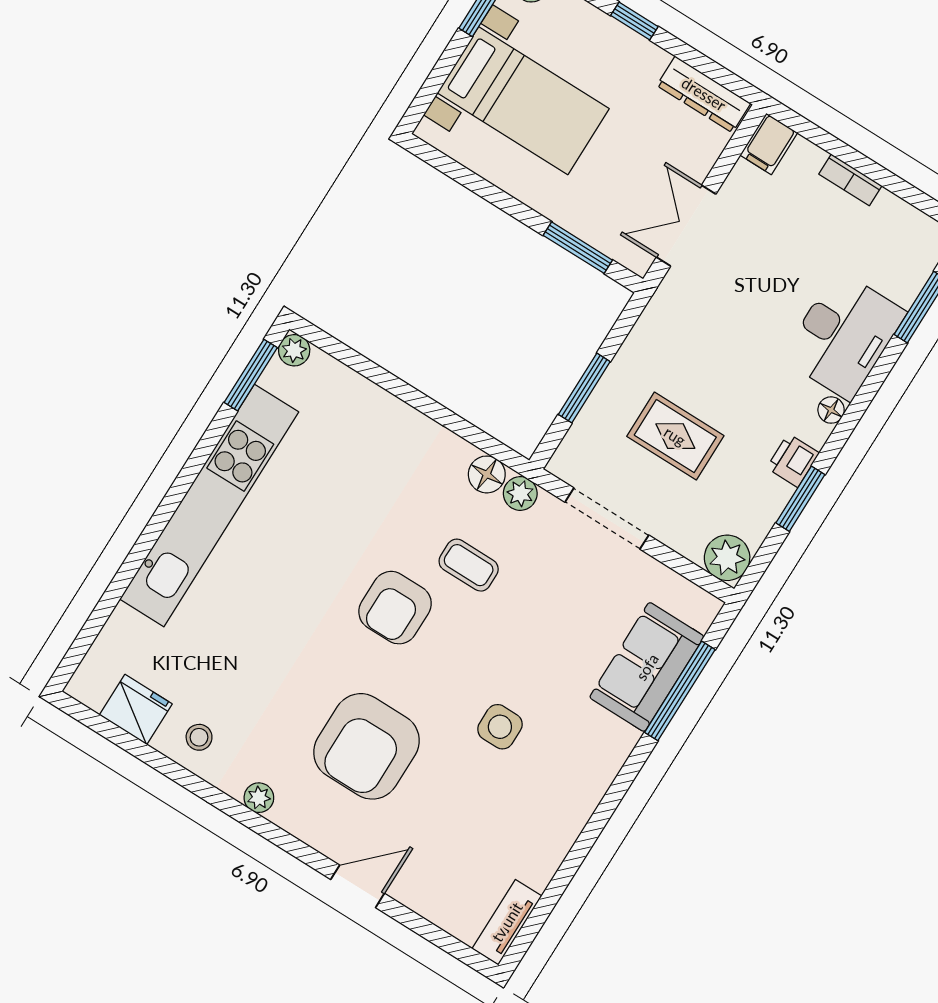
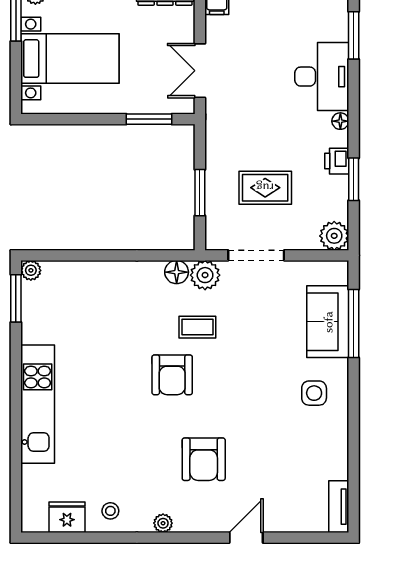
plant: (520, 493) -> (205, 275), width x1.38, depth x1.38
kitchen unit: (209, 506) -> (38, 404), width x0.73
side table: (500, 727) -> (314, 393), moved
armchair: (366, 746) -> (204, 459), width x0.73, depth x0.73

